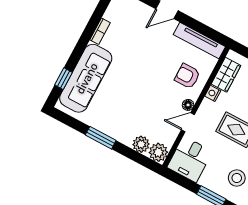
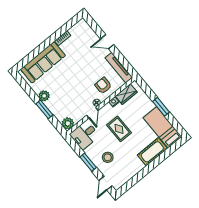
window: (63, 79) -> (30, 57), removed
door: (188, 122) -> (92, 113), swing flipped
window: (101, 138) -> (44, 109), moved
plant: (141, 144) -> (44, 96), moved

